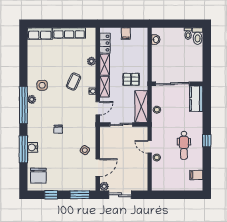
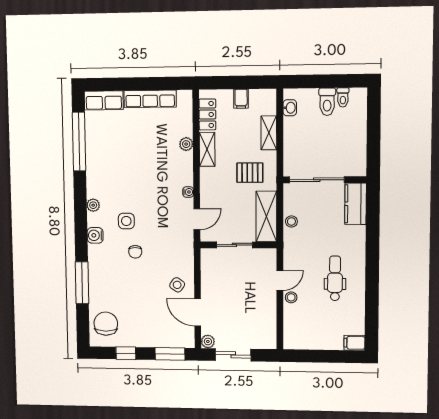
toilet: (198, 36) -> (327, 102), moved
coffee table: (74, 82) -> (158, 177), removed
side table: (42, 85) -> (126, 221), moved
shelving: (105, 87) -> (269, 133), moved
window: (23, 105) -> (79, 142), moved
window: (207, 141) -> (372, 271), removed
dental chair: (184, 145) -> (335, 278), turned 180
water cooler: (33, 147) -> (95, 235), moved
door: (150, 147) -> (280, 280), swing flipped
door: (98, 168) -> (198, 312), swing flipped
filing cabinet: (196, 175) -> (354, 343), moved
chair: (38, 176) -> (106, 324), turned 180

